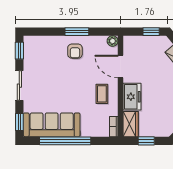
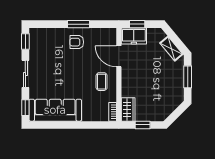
window: (151, 32) -> (137, 24), moved
plant: (113, 41) -> (111, 33), removed
armchair: (75, 51) -> (77, 42), turned 90
freezer: (132, 97) -> (134, 36), moved, turned 90
window: (65, 141) -> (68, 125), removed

